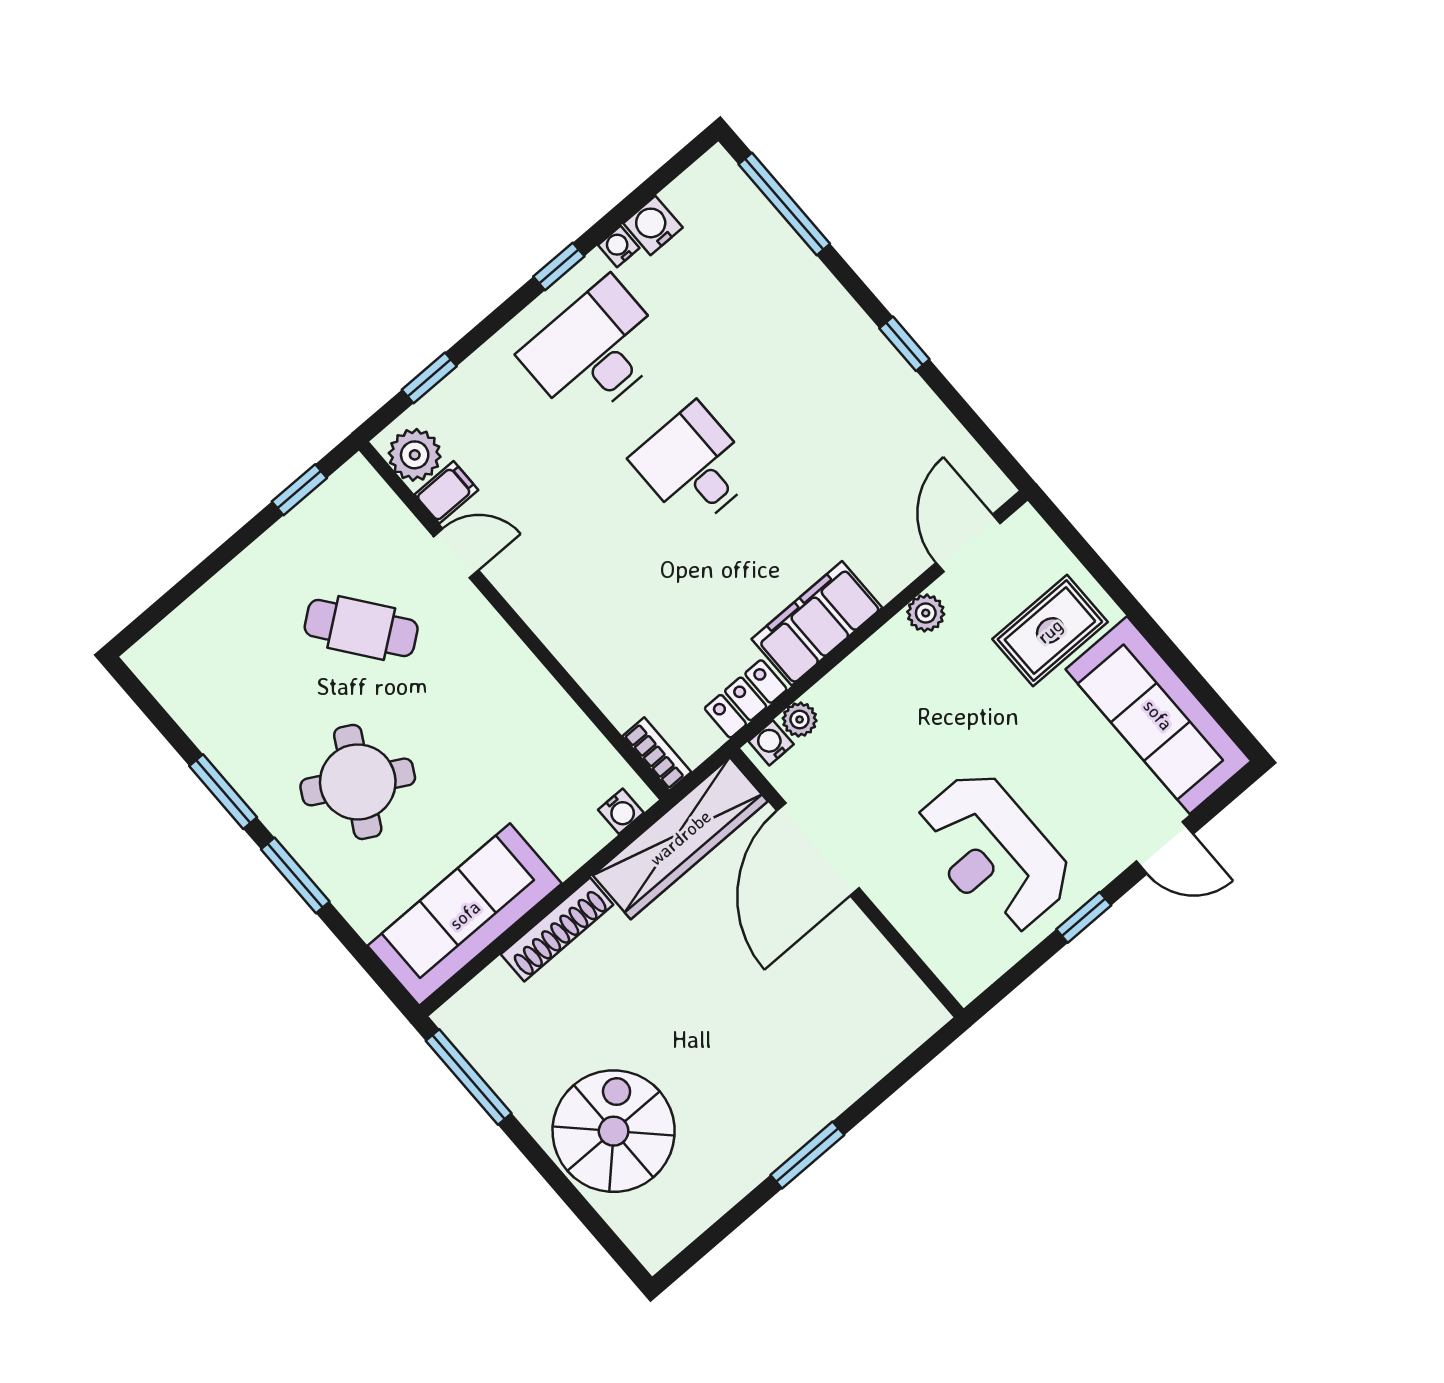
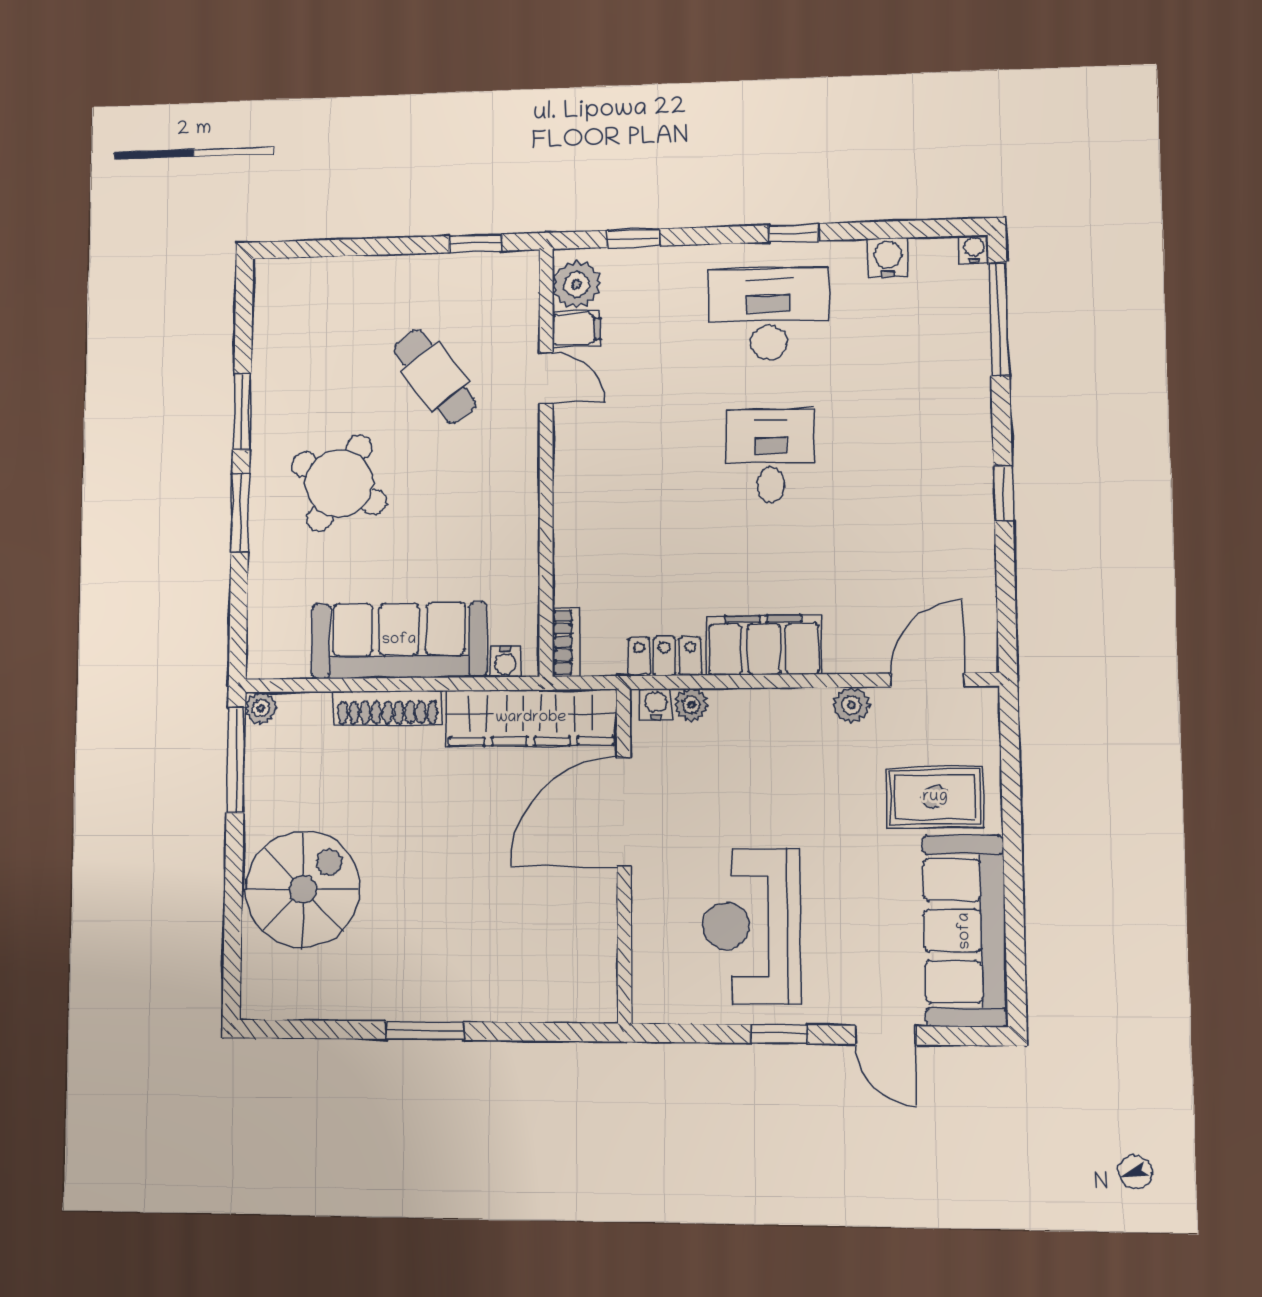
water cooler: (619, 246) -> (974, 249), moved
sofa: (465, 915) -> (399, 640), moved
plant: (453, 1018) -> (261, 708), added

